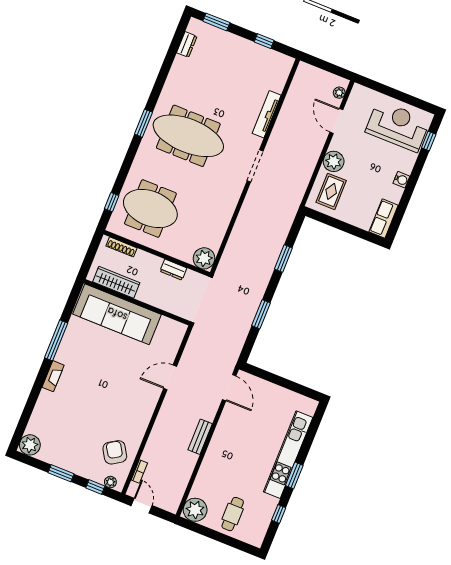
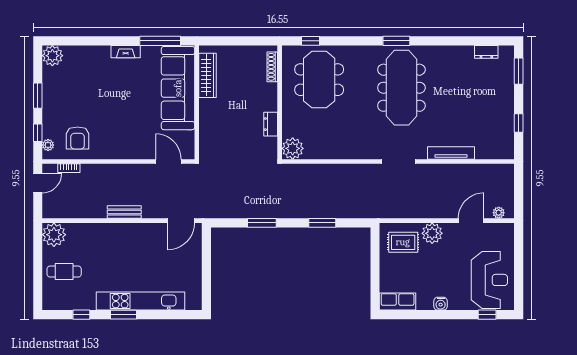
wardrobe: (116, 282) -> (208, 75), moved
wall: (137, 302) -> (197, 102), moved
sofa: (117, 314) -> (178, 88), moved
armchair: (115, 452) -> (78, 138), turned 122

